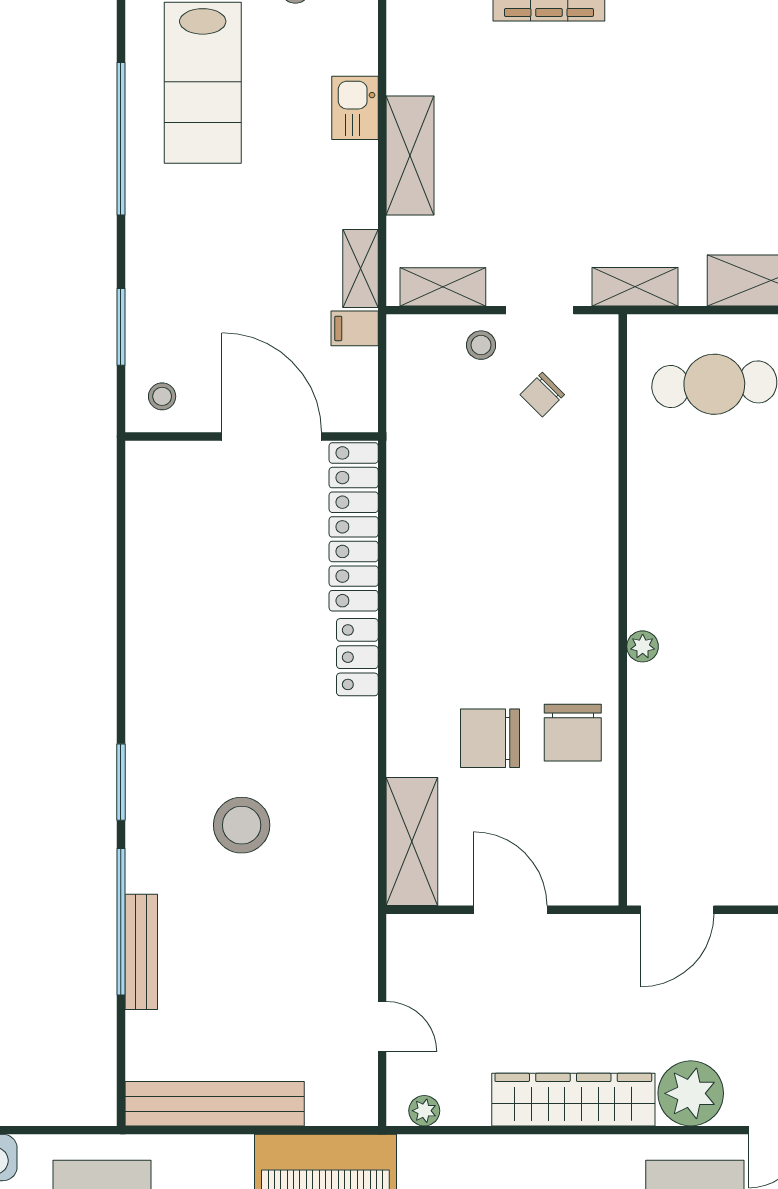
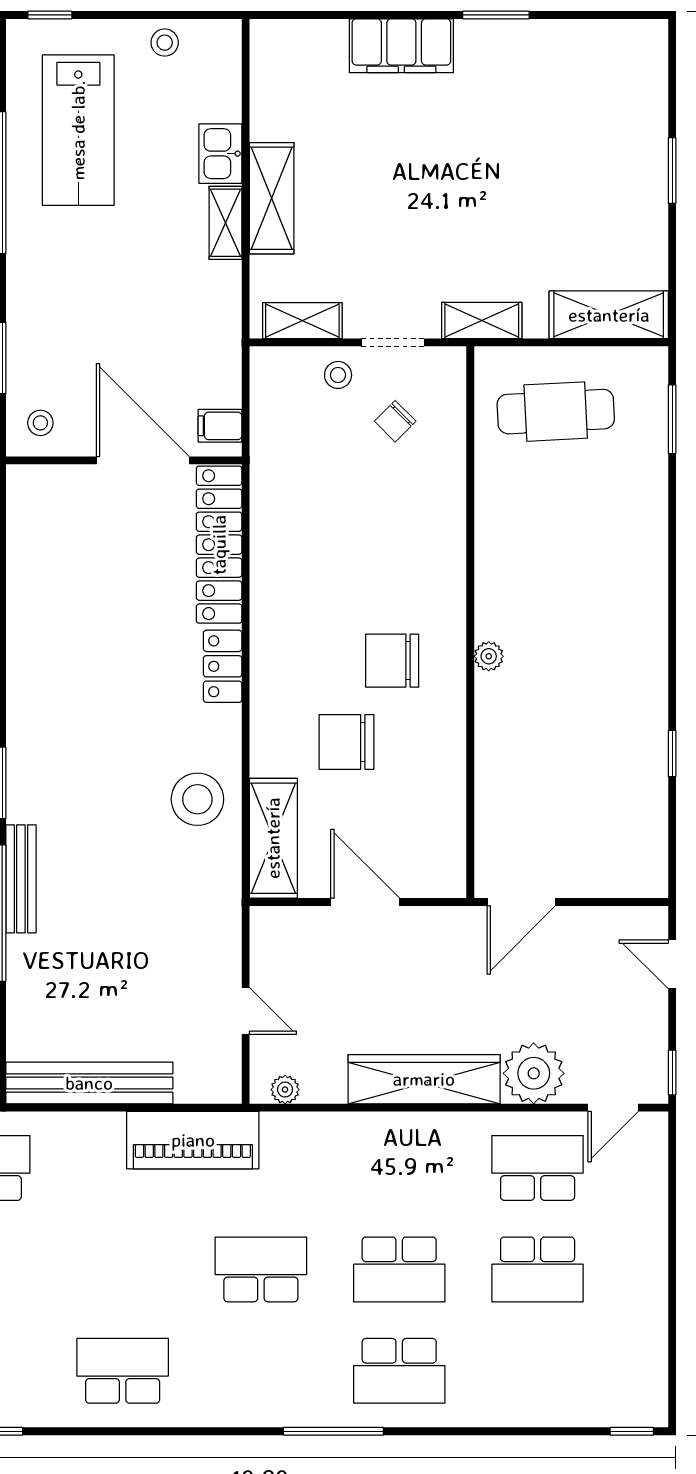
shelving: (360, 269) -> (225, 223), moved
filing cabinet: (355, 328) -> (220, 426), moved
chair: (573, 733) -> (392, 661), moved, turned 90
stool: (242, 825) -> (197, 799), moved
bench: (141, 952) -> (21, 879), moved

